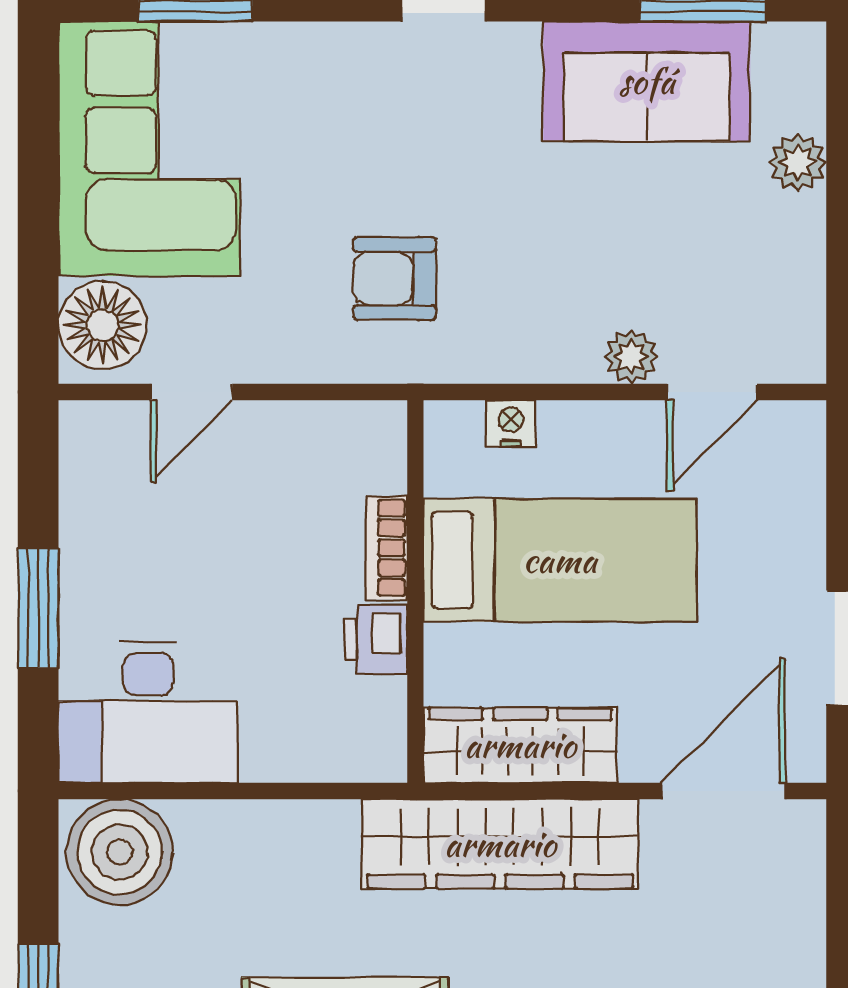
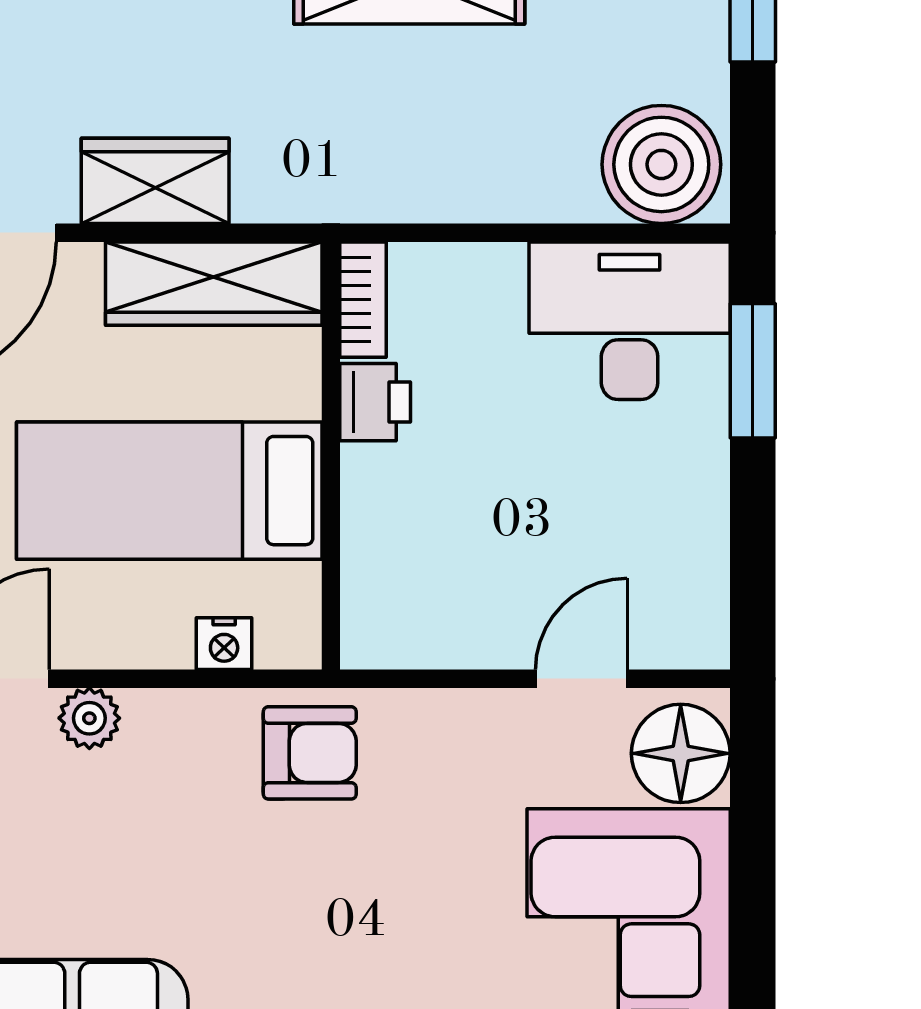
armchair: (395, 279) -> (310, 753), moved
bookcase: (387, 548) -> (363, 300), moved
window: (38, 608) -> (753, 371), moved
wardrobe: (500, 844) -> (155, 181), width x0.48, depth x0.85

